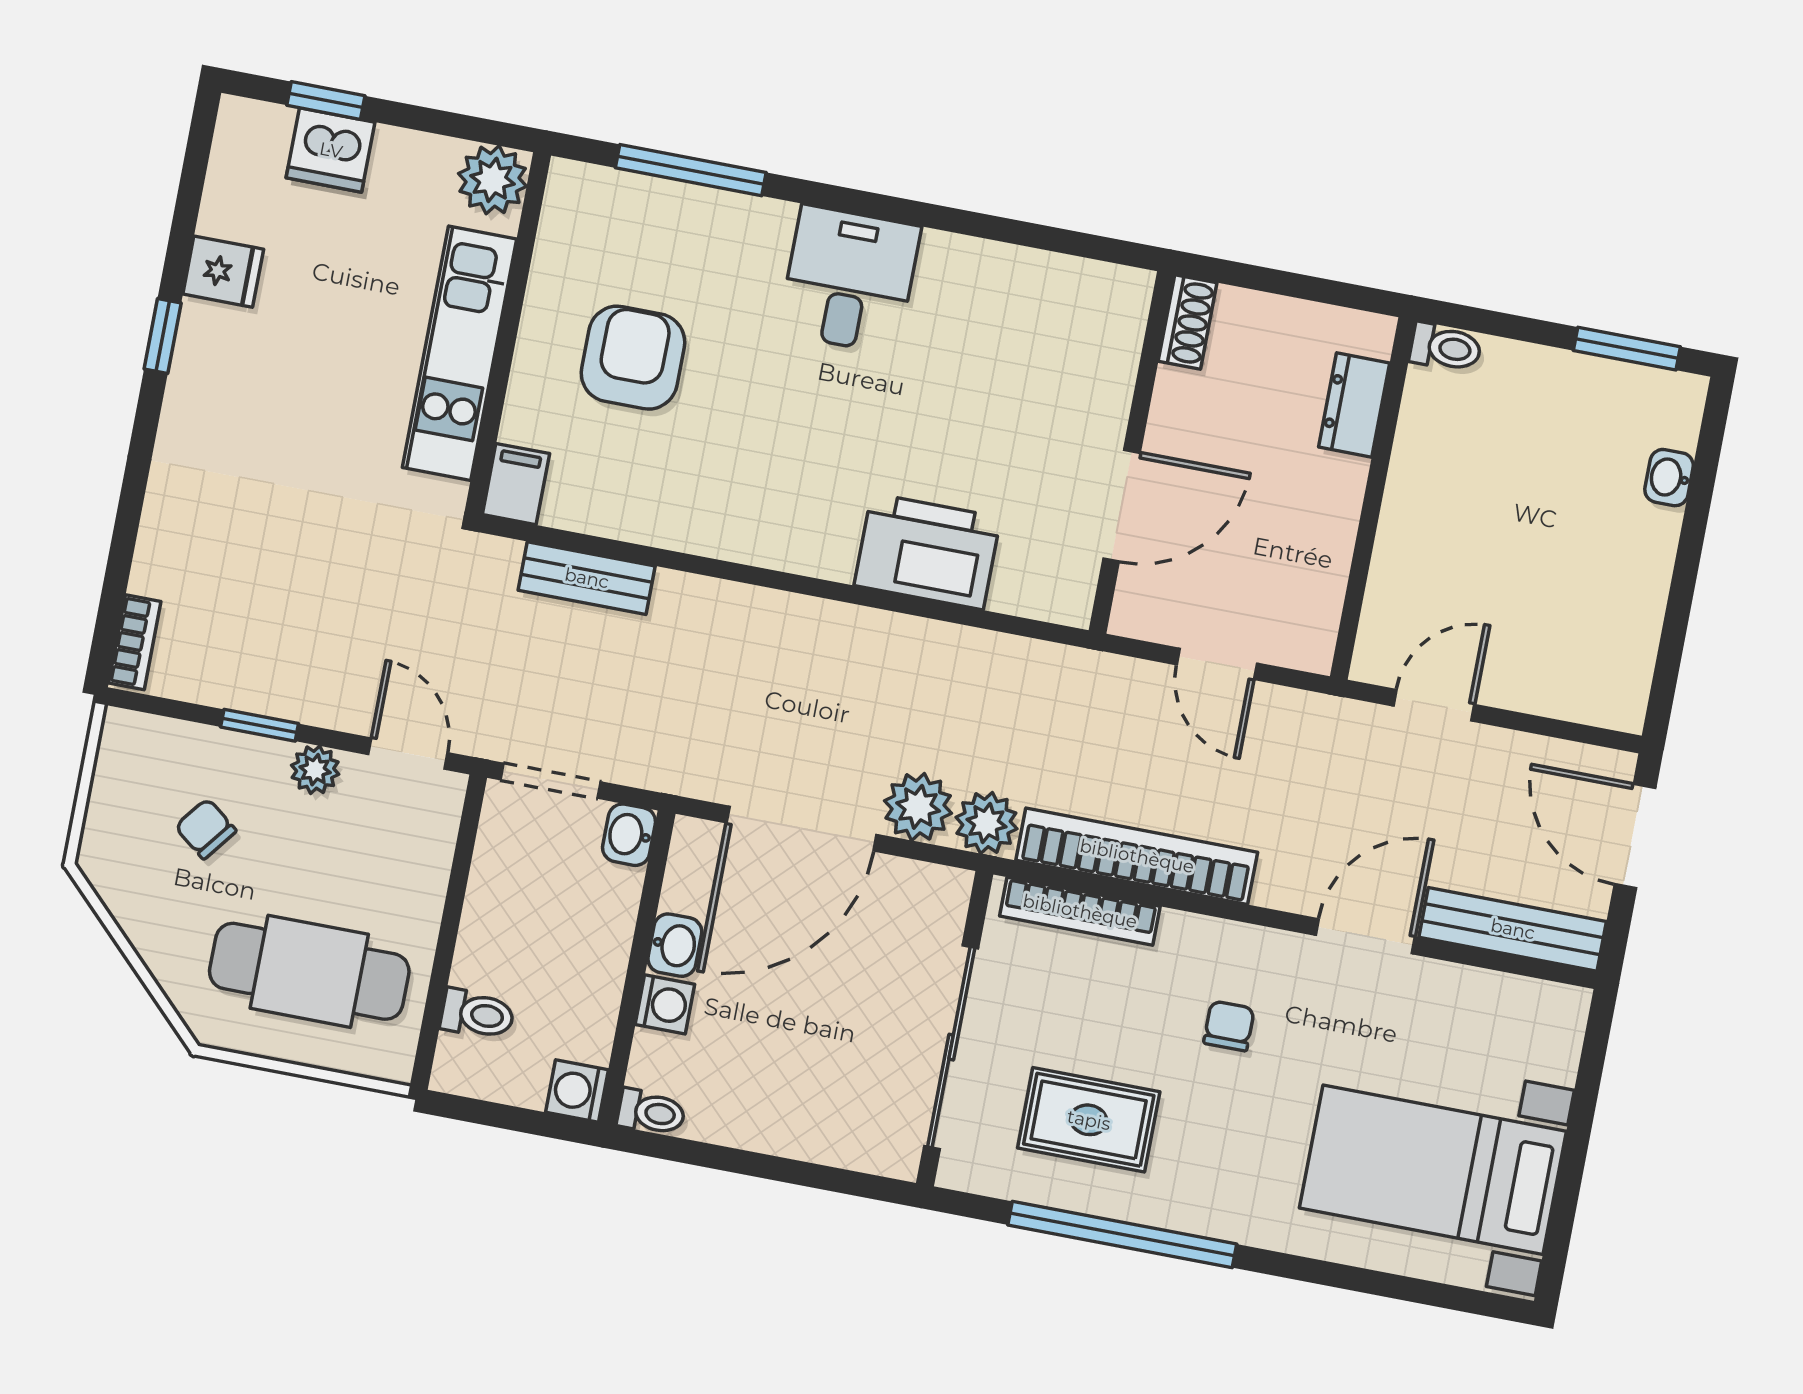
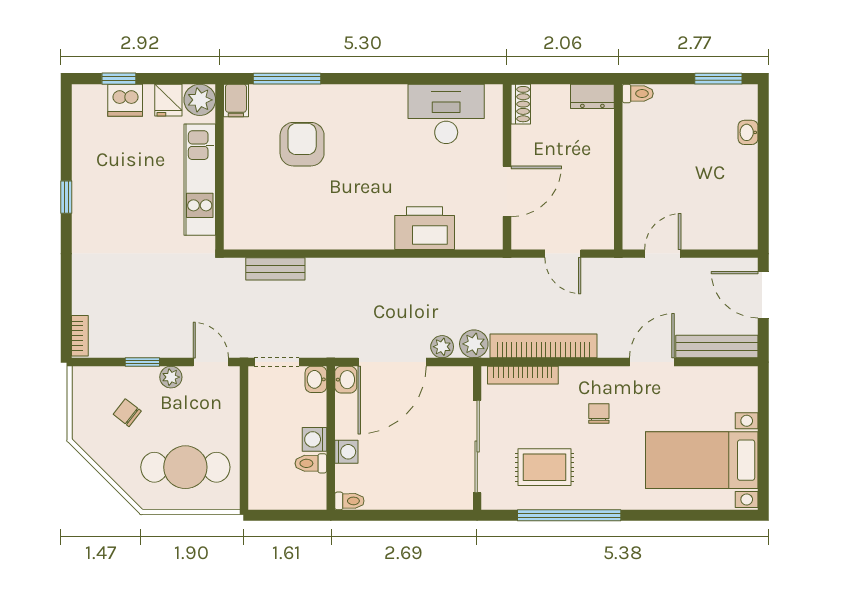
fridge: (223, 272) -> (168, 100), moved, turned 90
desk: (849, 280) -> (446, 114), moved, width x1.37
armchair: (633, 358) -> (302, 144), moved
dresser: (1354, 405) -> (592, 96), moved, turned -90
filing cabinet: (516, 484) -> (236, 101), moved, turned 180
plant: (918, 807) -> (442, 347), width x0.73, depth x0.73
washbasin: (675, 945) -> (346, 380), moved
toilet: (477, 1014) -> (311, 463), moved, turned 180
washing machine: (577, 1091) -> (315, 439), moved

